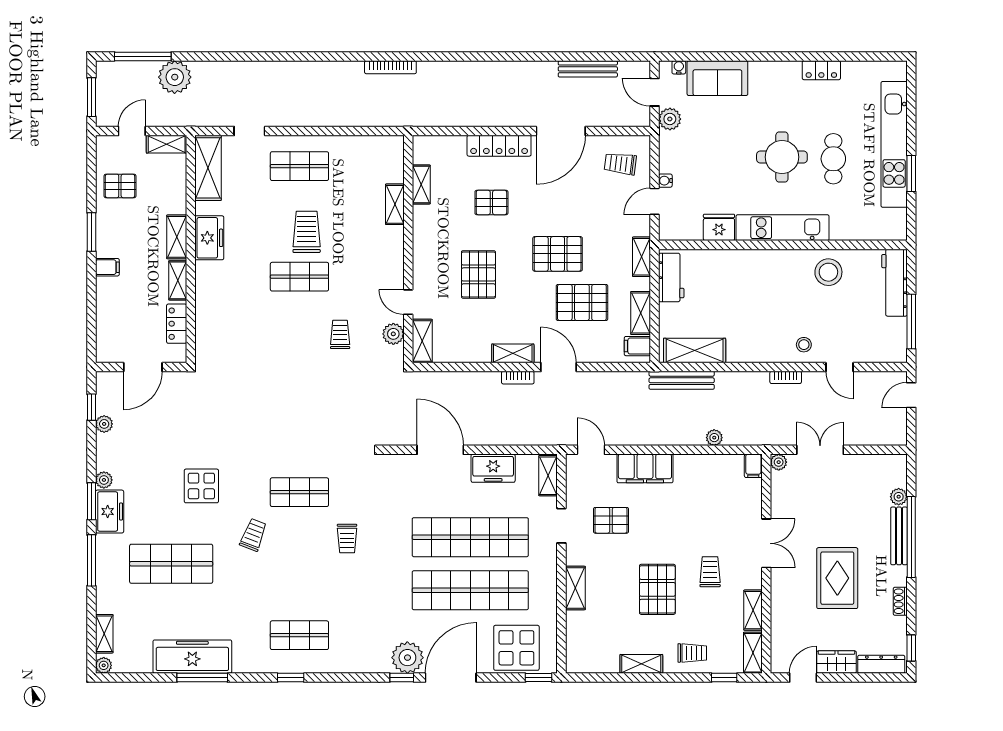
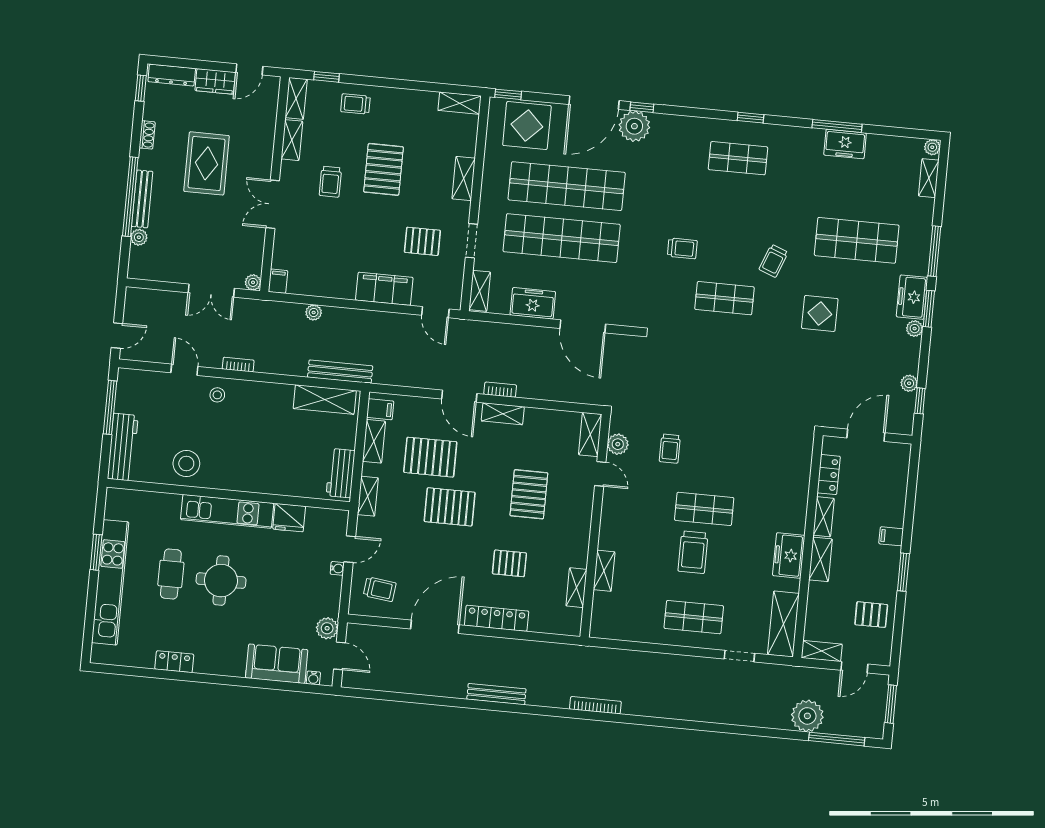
bench: (588, 69) -> (496, 694), moved
trolley: (347, 538) -> (682, 248), turned 90
freezer: (192, 657) -> (845, 144), width x0.52, depth x0.79
shelving: (641, 664) -> (460, 103), moved

